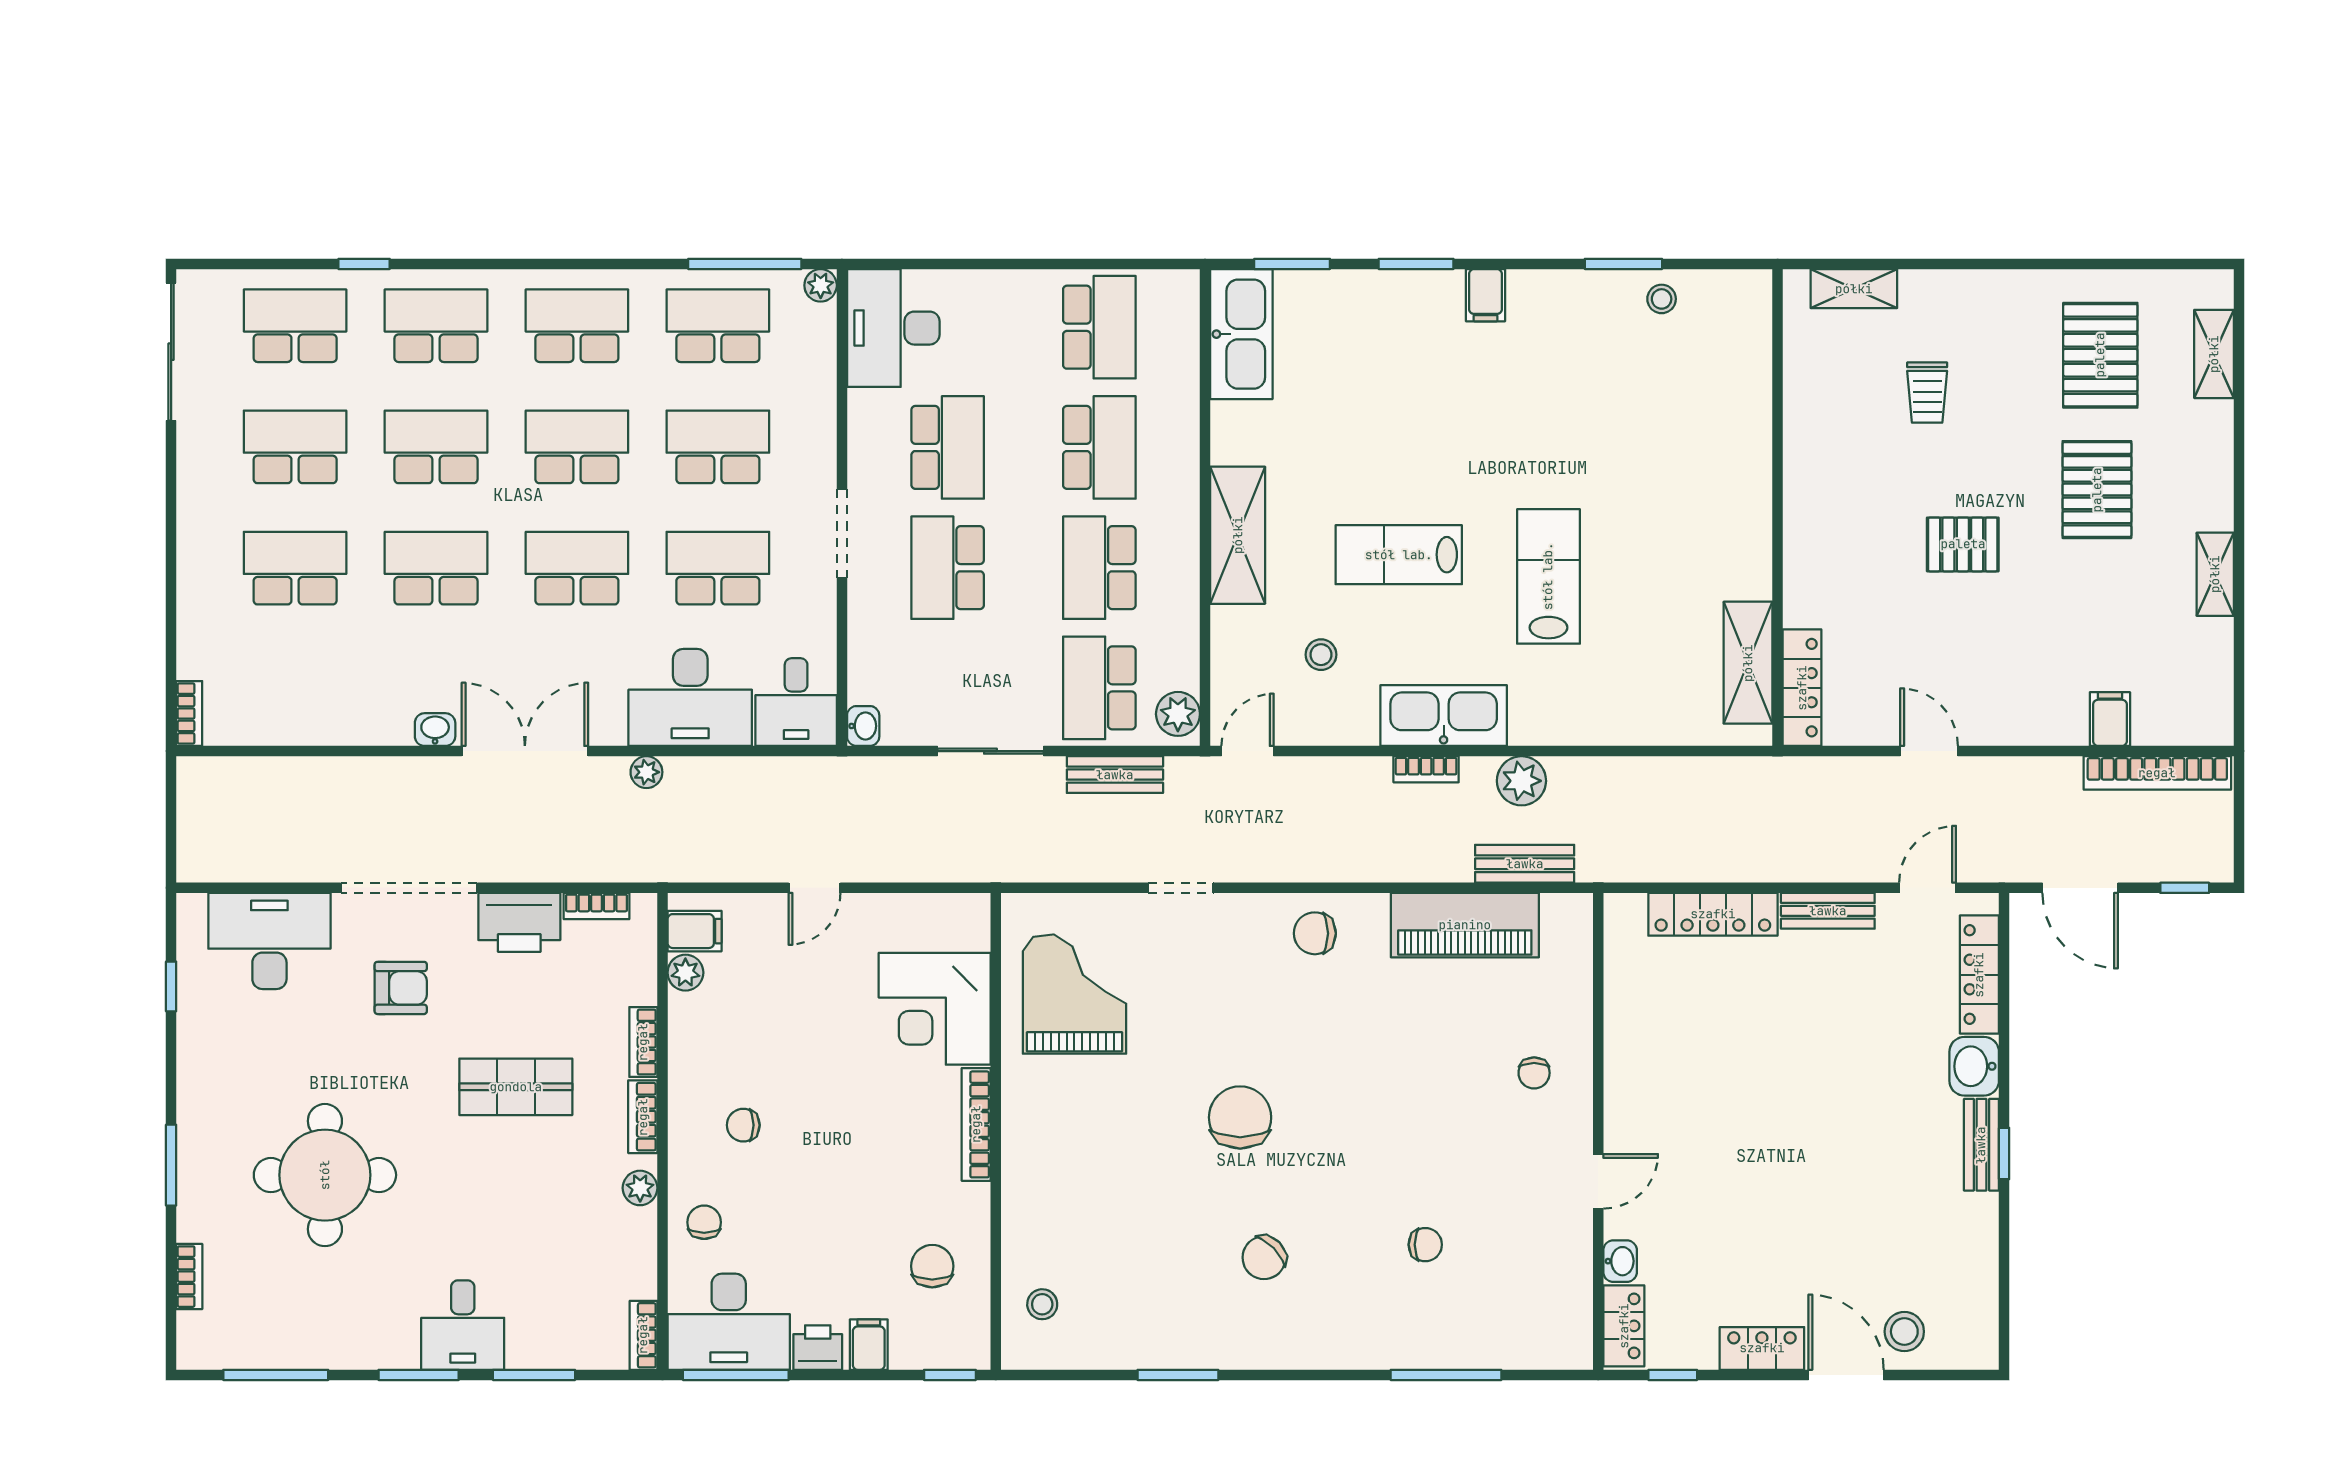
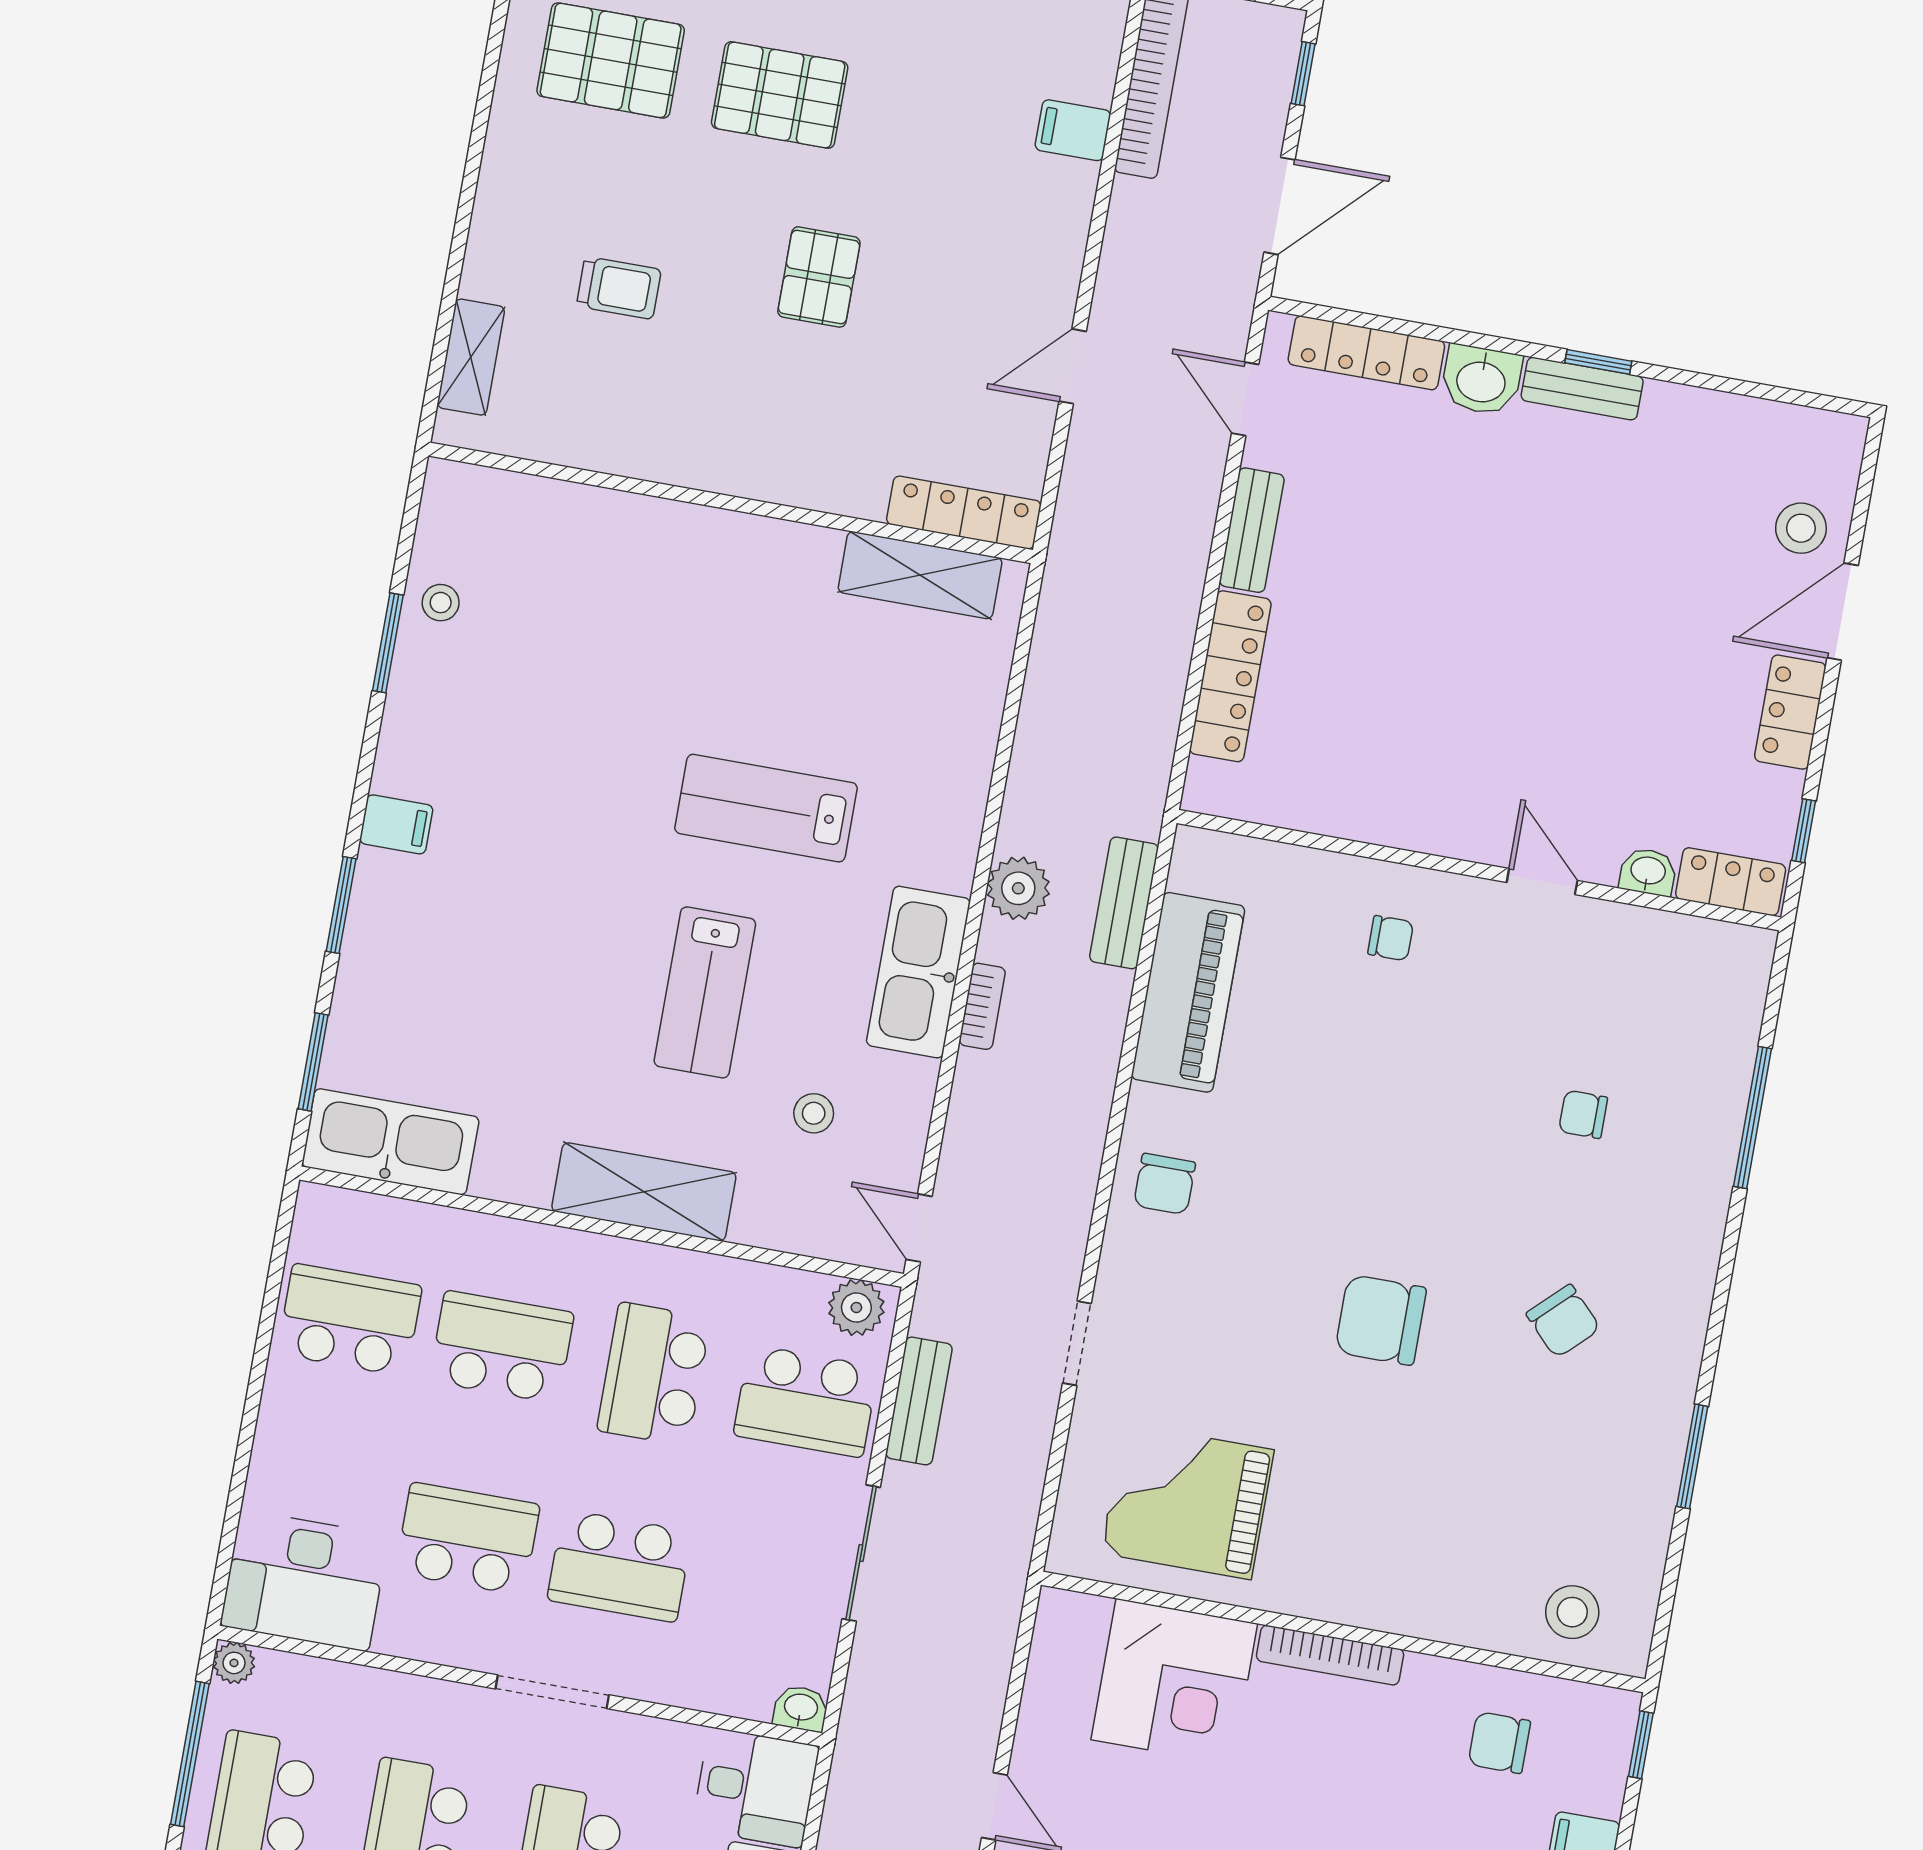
school desk: (1099, 568) -> (654, 1374), turned 90
chair: (1425, 1245) -> (1583, 1114), turned -90
stool: (1042, 1304) -> (1572, 1612), width x1.37, depth x1.37

